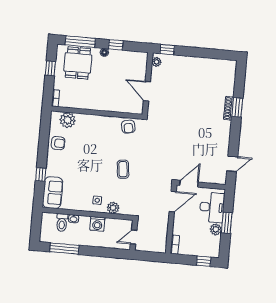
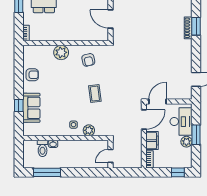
plant: (68, 120) -> (61, 52), moved
armchair: (128, 127) -> (88, 60), moved
sofa: (53, 193) -> (31, 108), moved
washing machine: (97, 224) -> (76, 147), removed
filing cabinet: (179, 225) -> (152, 141), added

